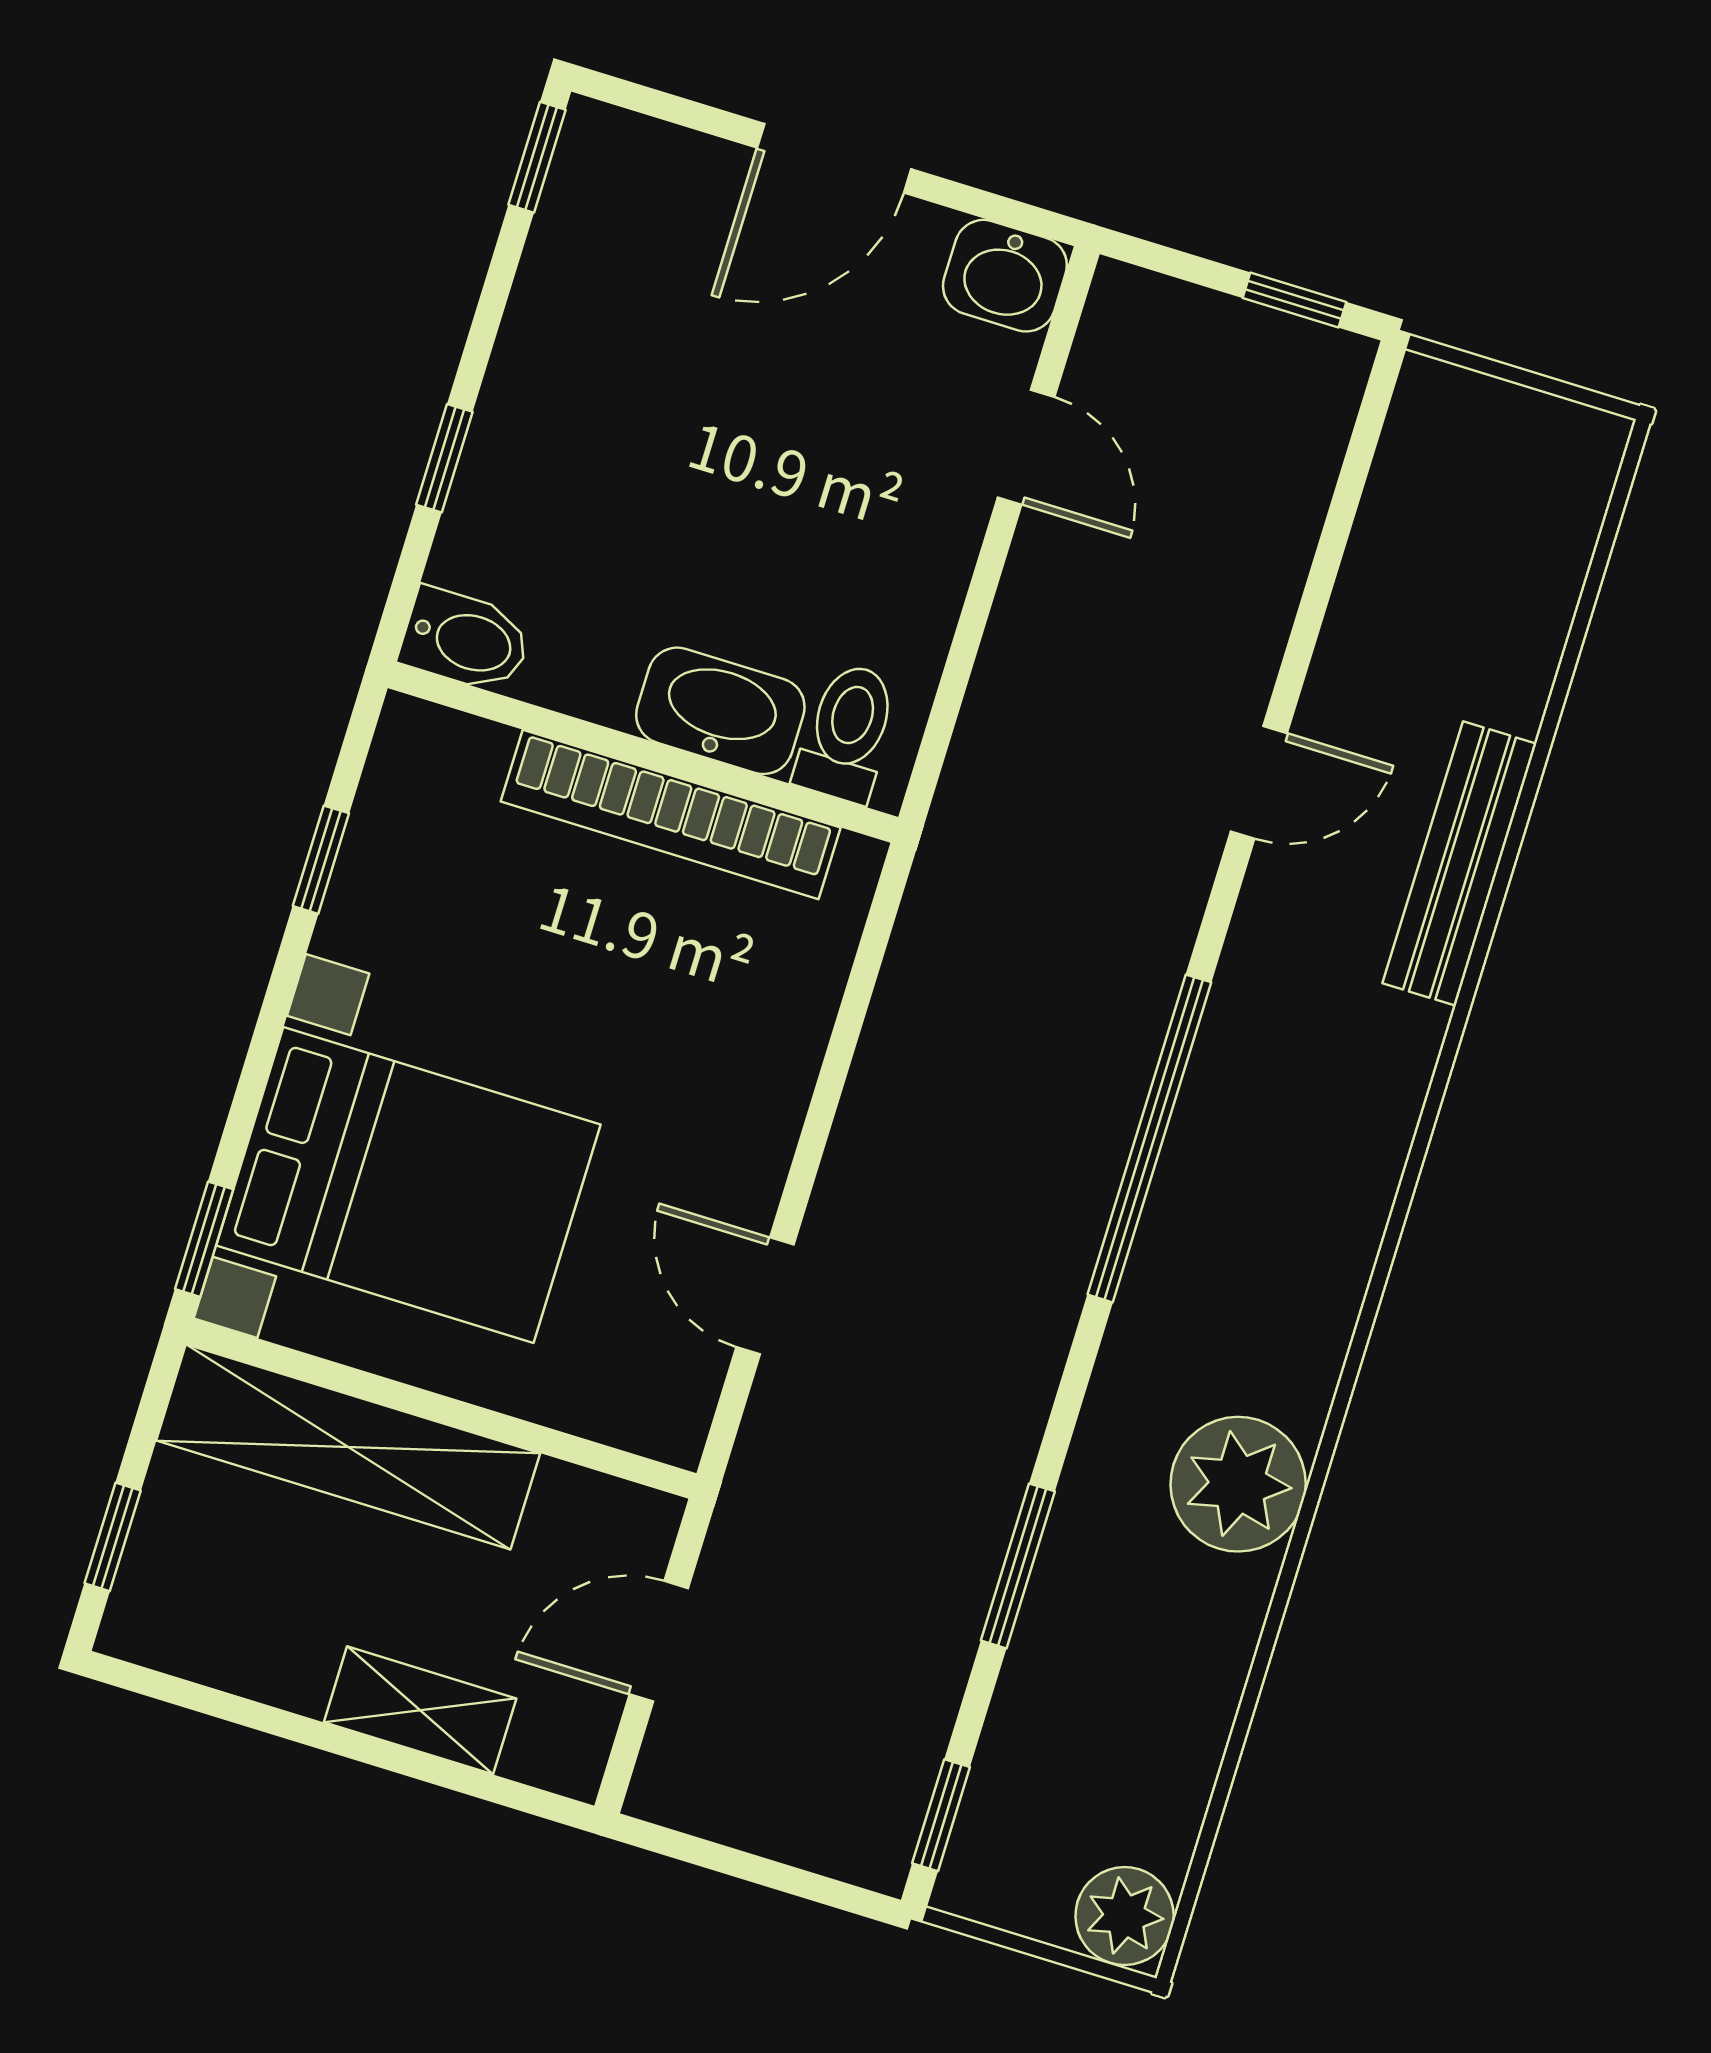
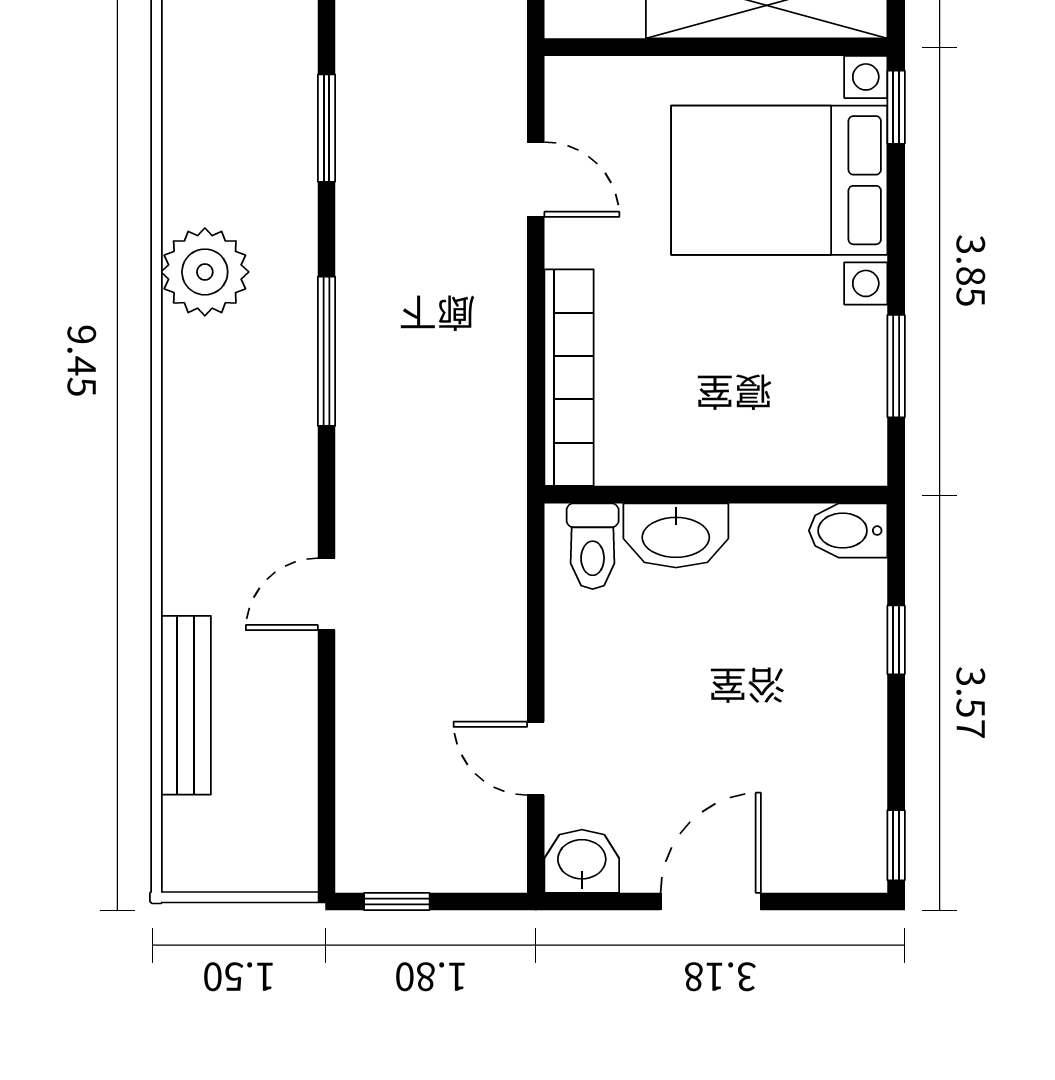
bookcase: (671, 814) -> (569, 378), moved, turned 90
window: (321, 860) -> (896, 366), width x1.50
bench: (1460, 863) -> (186, 705), moved
window: (1149, 1138) -> (327, 351), width x0.68
plant: (1238, 1484) -> (205, 272), moved
window: (1018, 1566) -> (327, 128), moved

